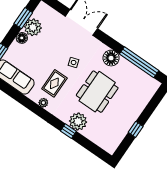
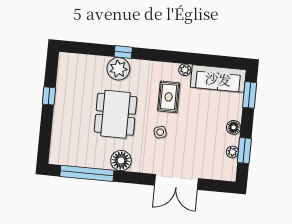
plant: (33, 27) -> (232, 152), width x0.53, depth x0.53
plant: (43, 103) -> (185, 70), moved

